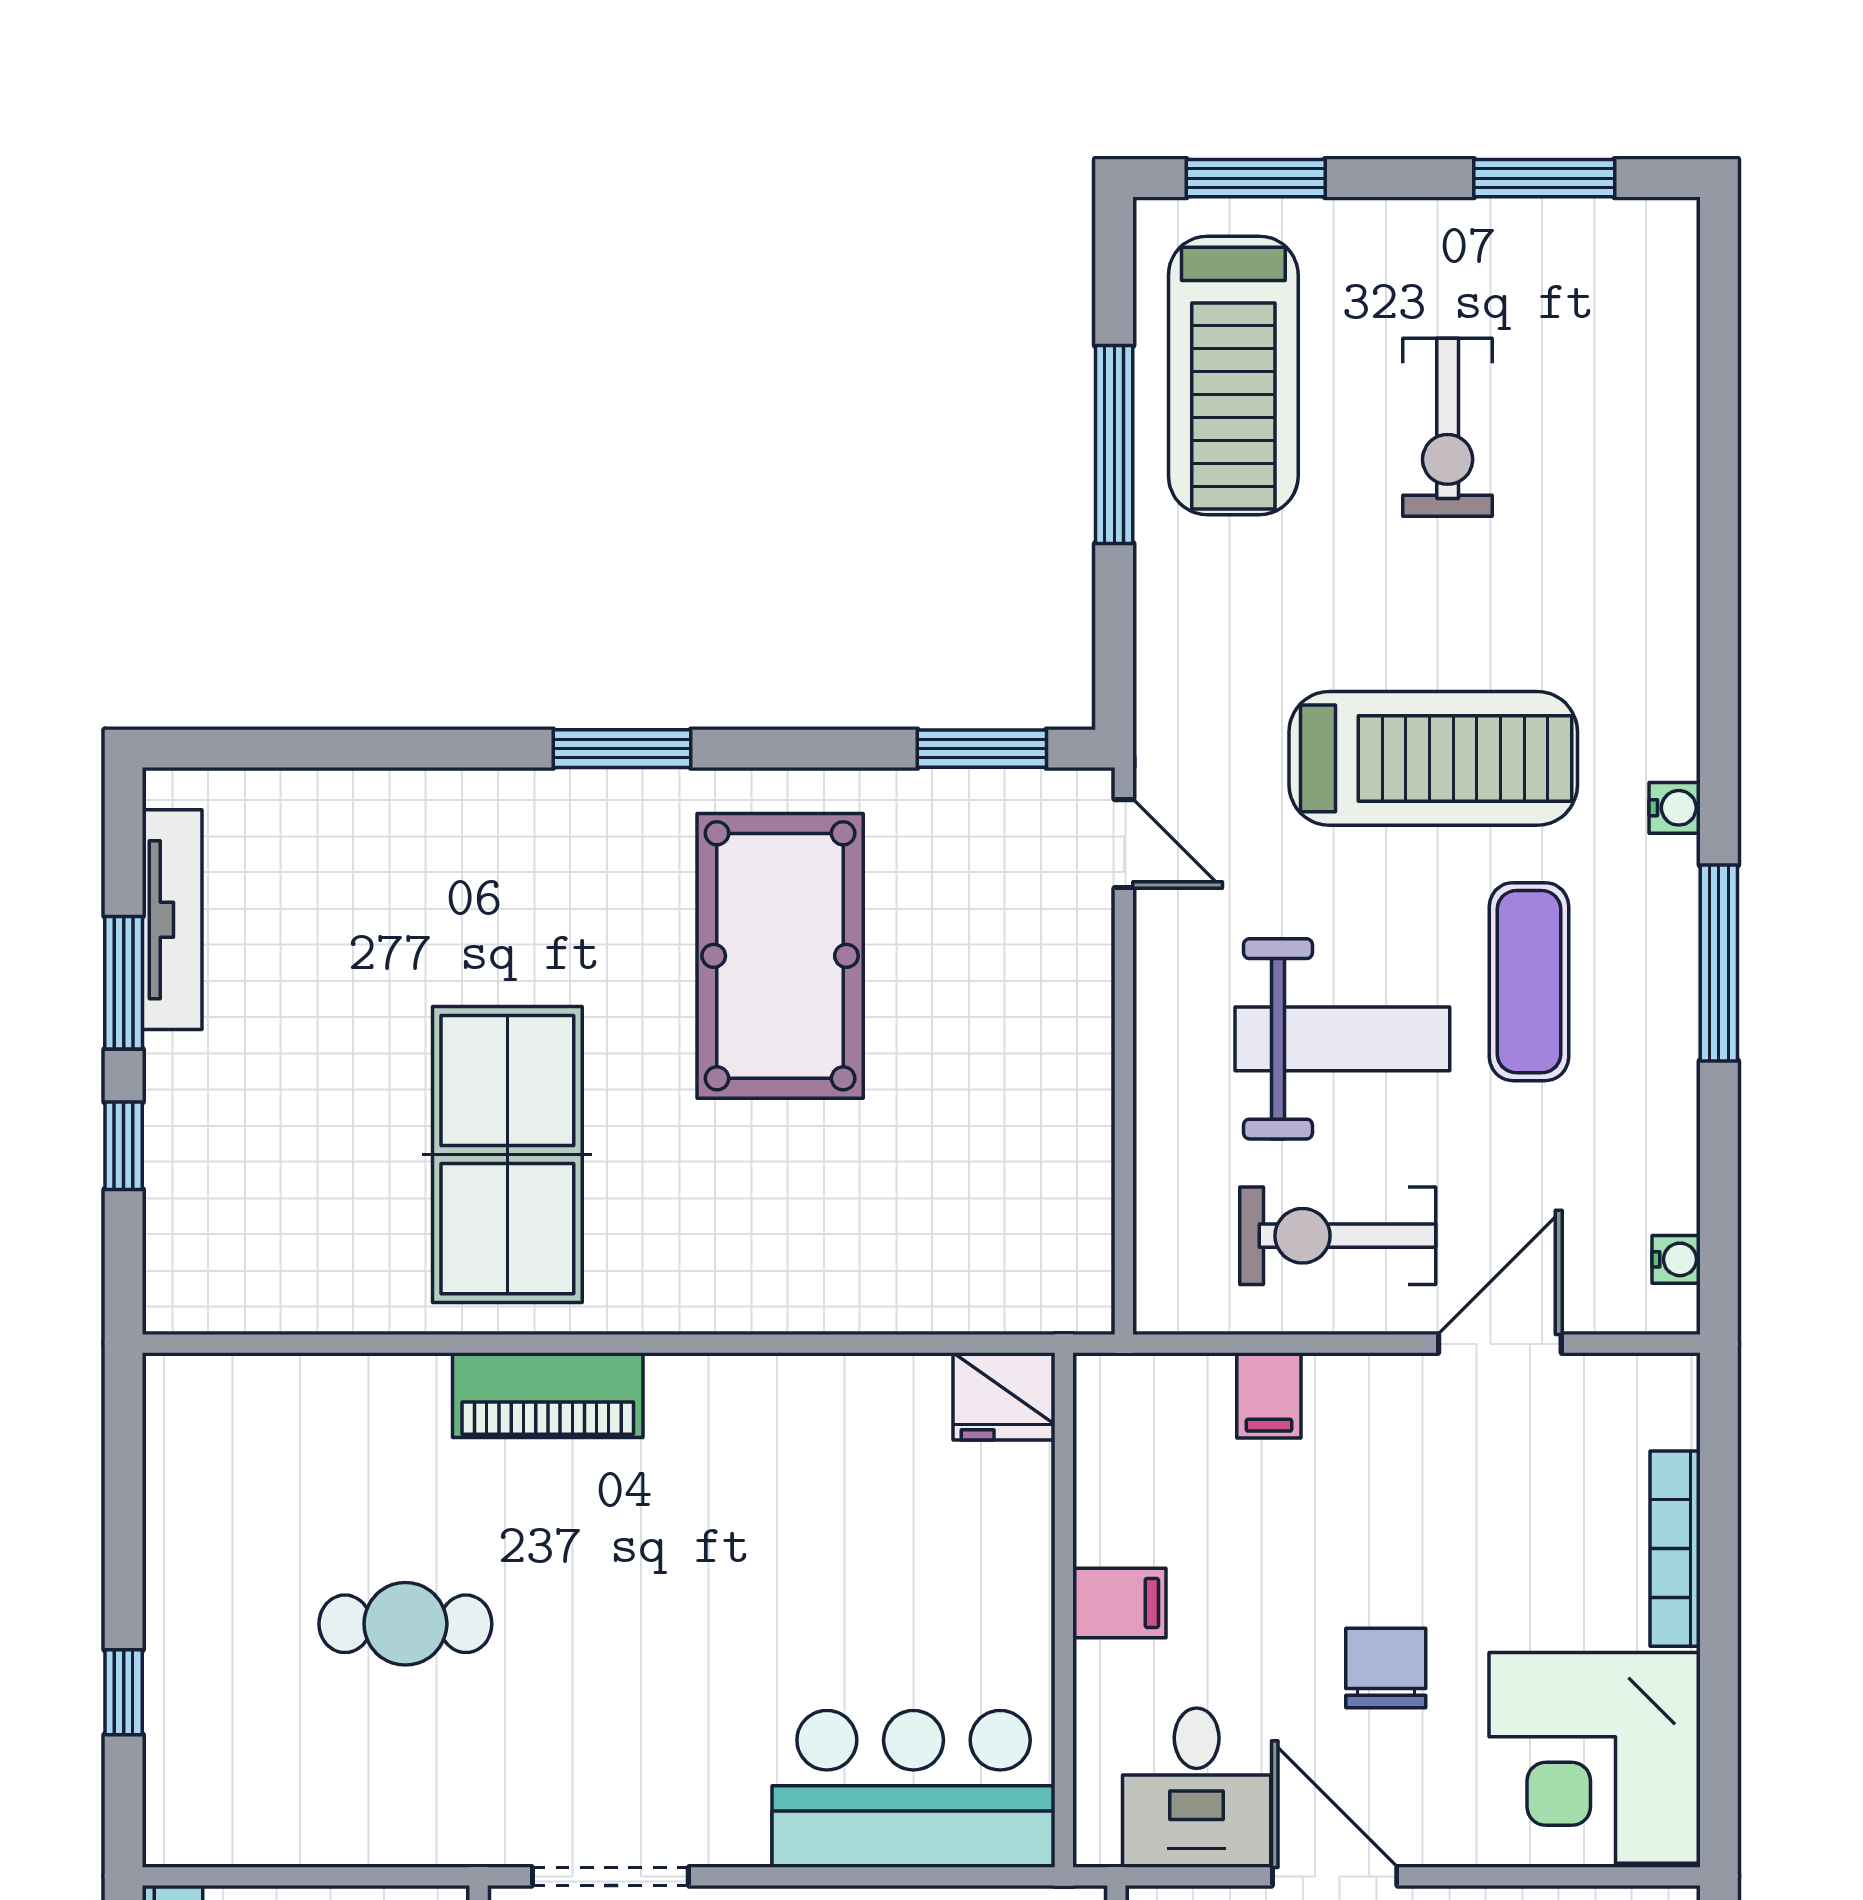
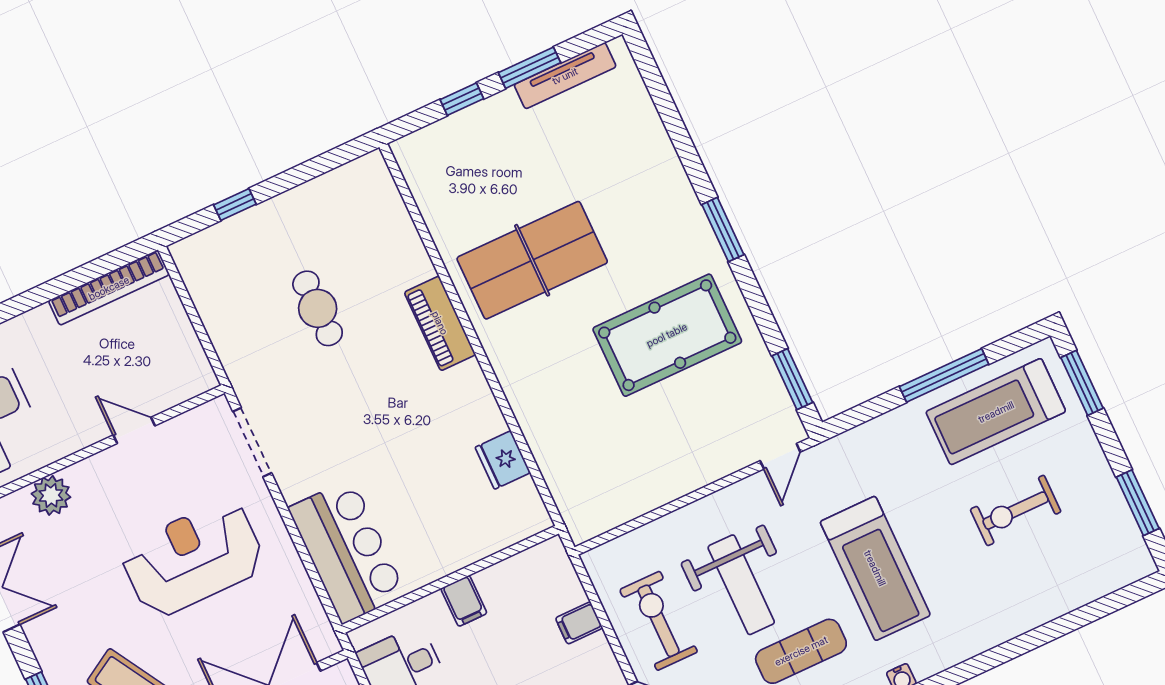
fridge: (1004, 1396) -> (503, 460), moved

